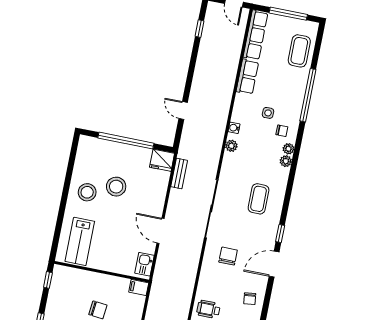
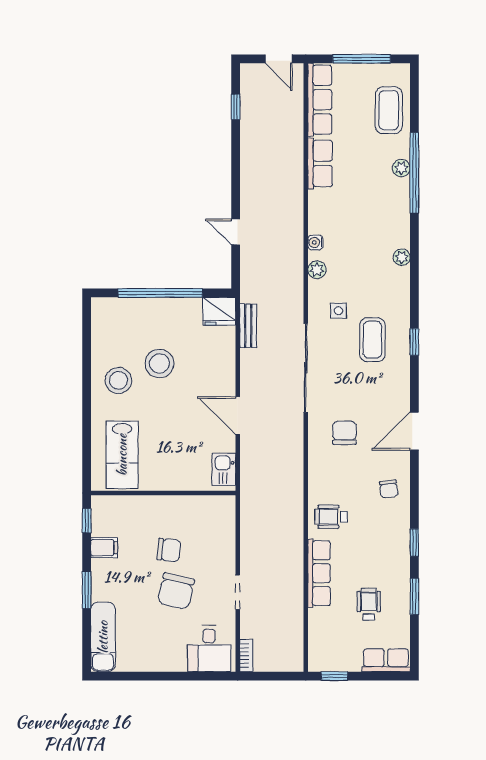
side table: (268, 113) -> (338, 311), moved
chair: (282, 131) -> (387, 233), removed
plant: (286, 161) -> (401, 168), moved
window: (280, 233) -> (414, 342), moved
filing cabinet: (139, 287) -> (104, 548), moved, turned 180

